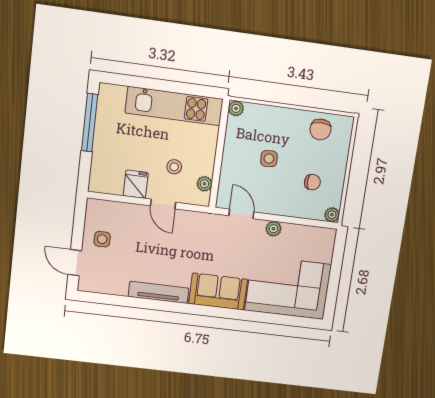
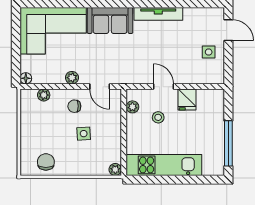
chair: (312, 182) -> (74, 106), moved
plant: (332, 215) -> (44, 95), moved
floor lamp: (329, 235) -> (26, 78), added

